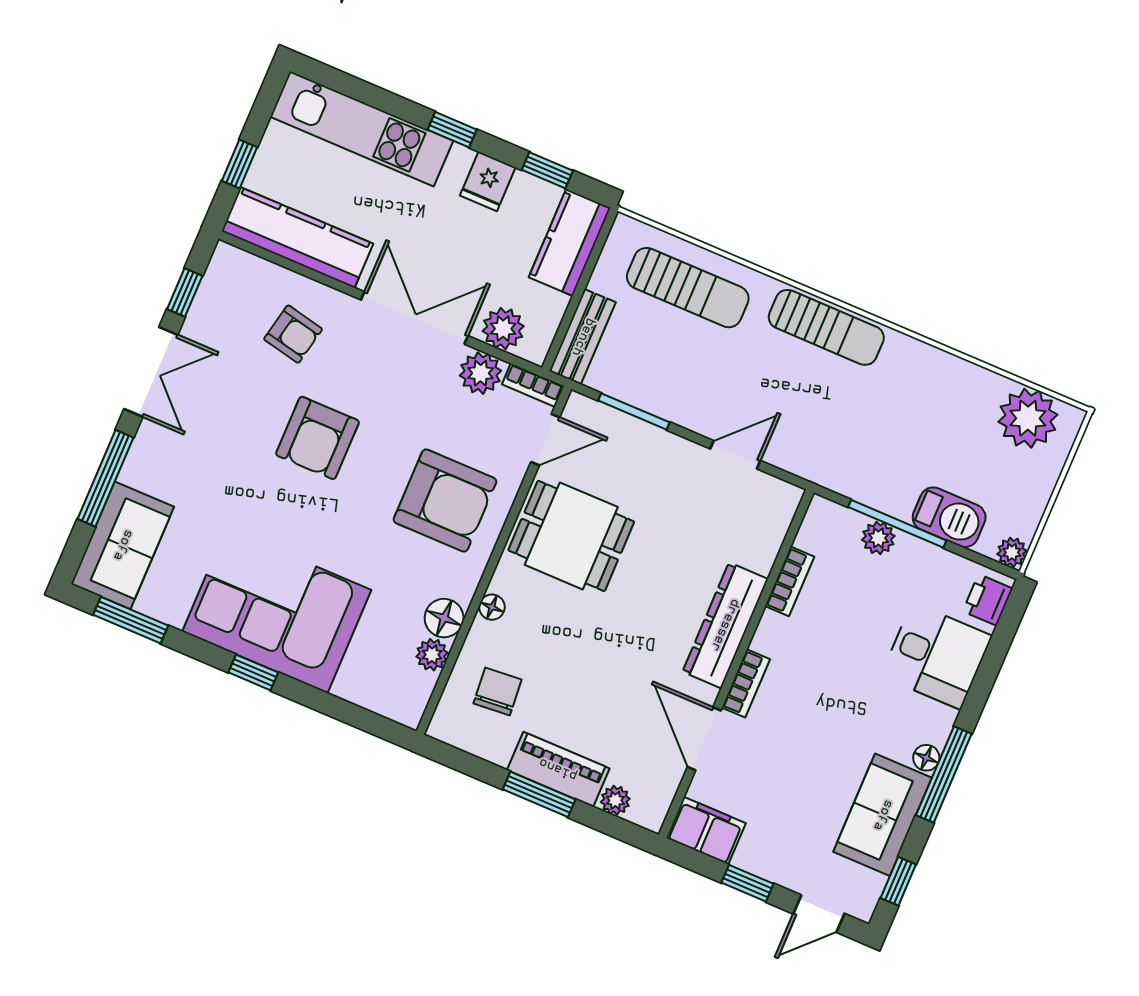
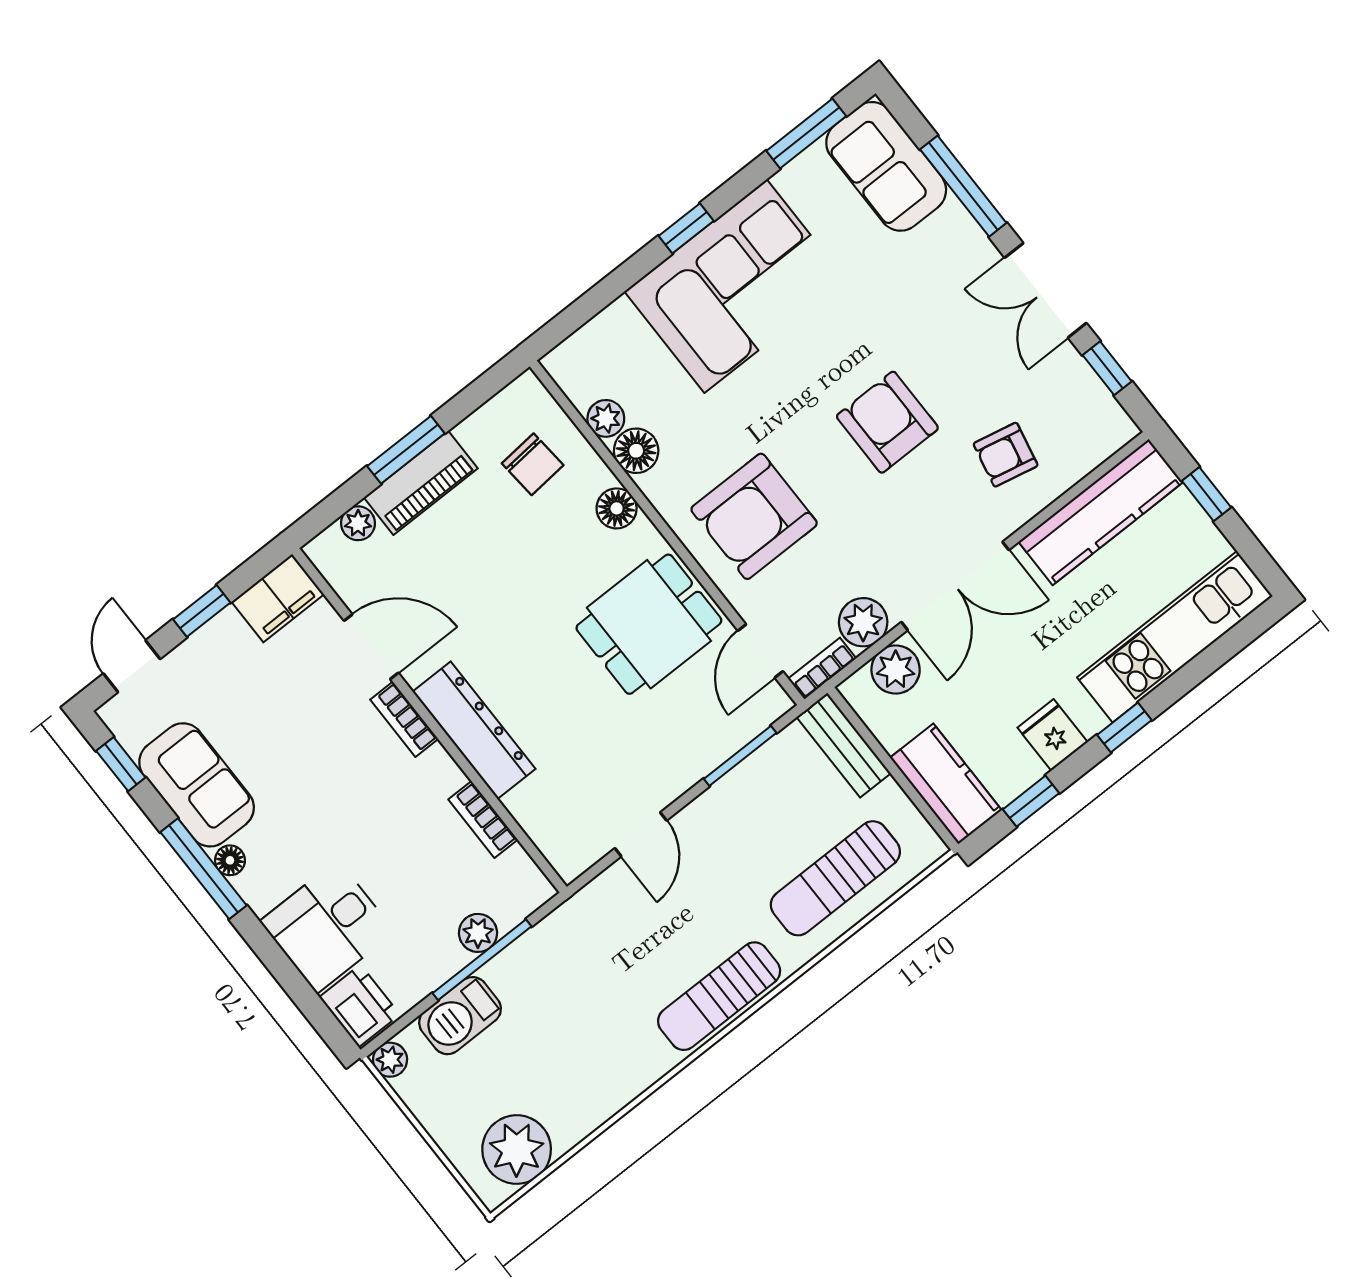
printer: (988, 600) -> (360, 1006), width x1.36, depth x1.24
floor lamp: (492, 607) -> (617, 508), width x1.37, depth x1.37

